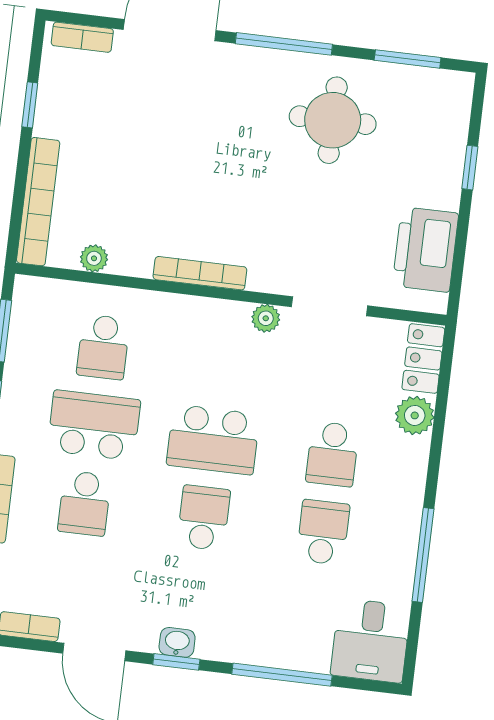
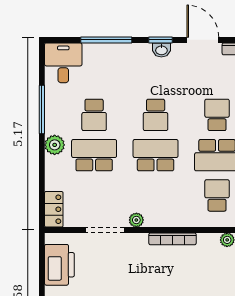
plant: (415, 415) -> (55, 145), moved
school desk: (332, 454) -> (94, 155), width x1.85

